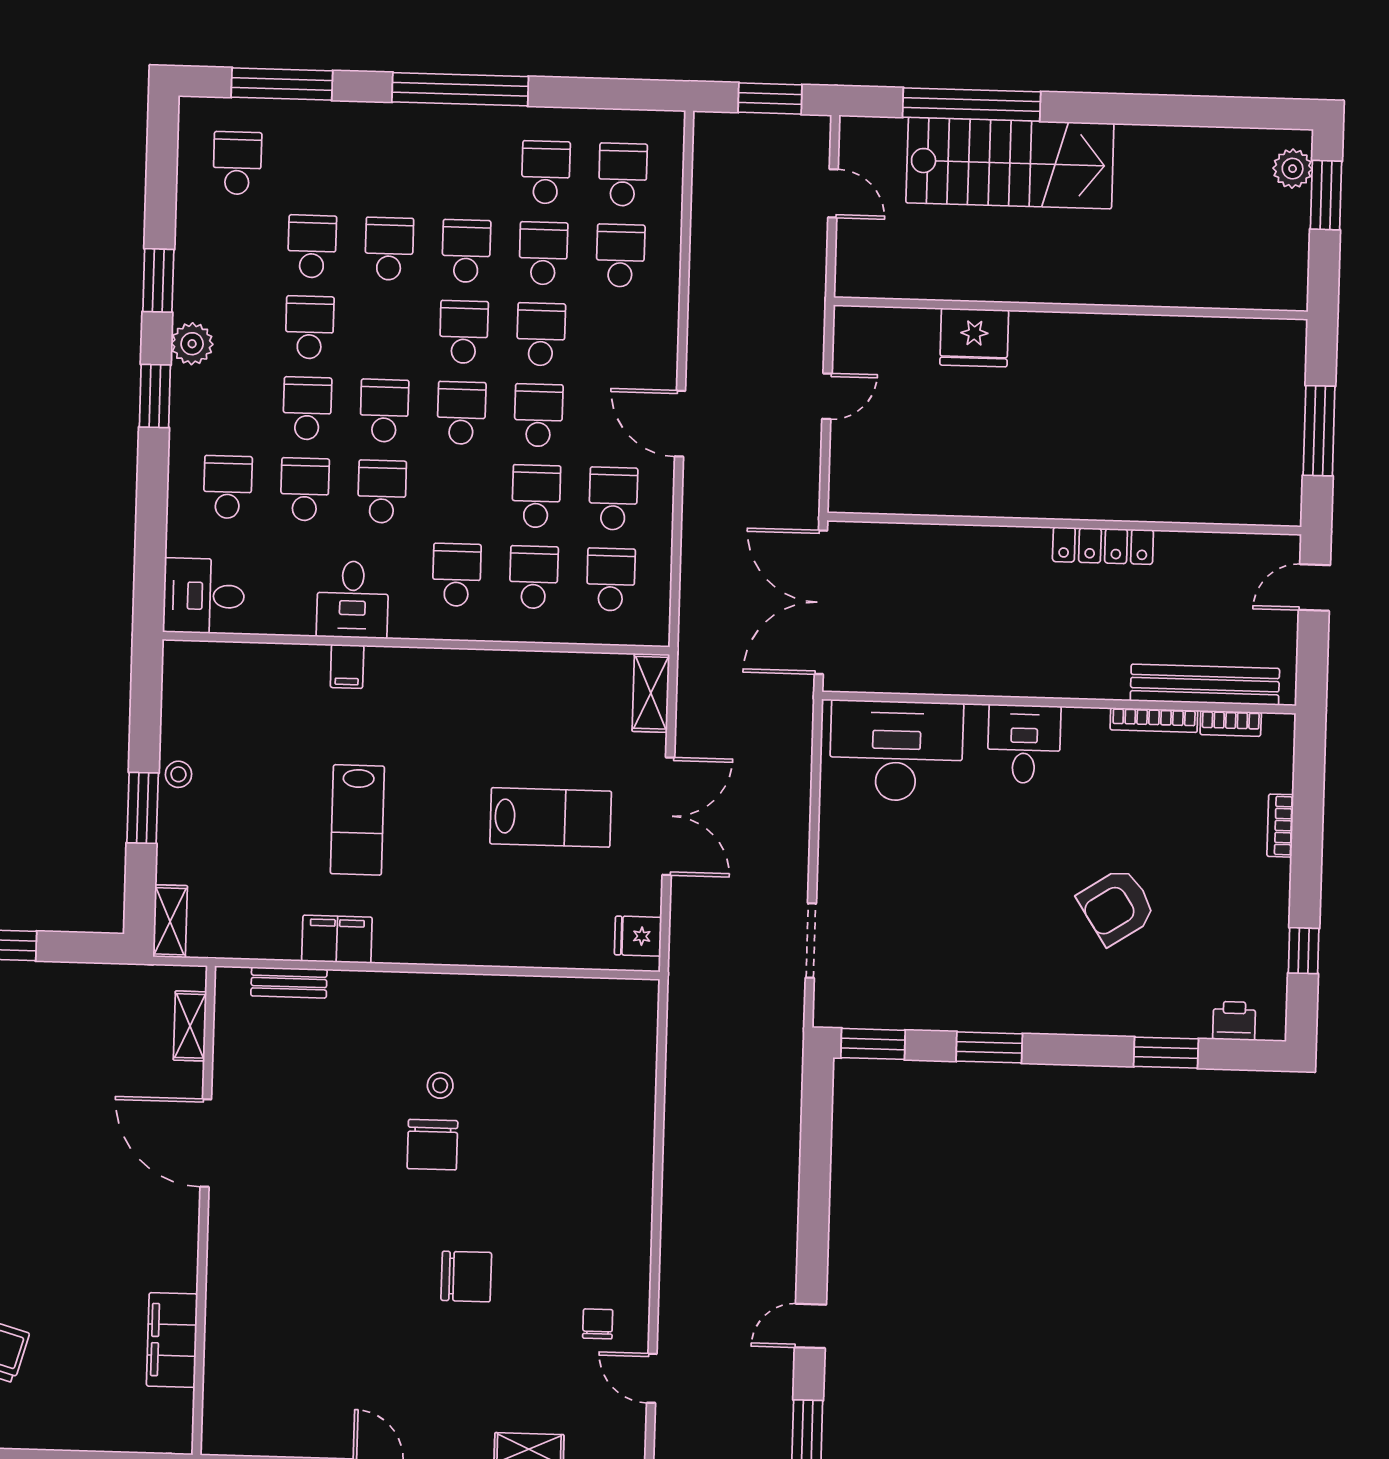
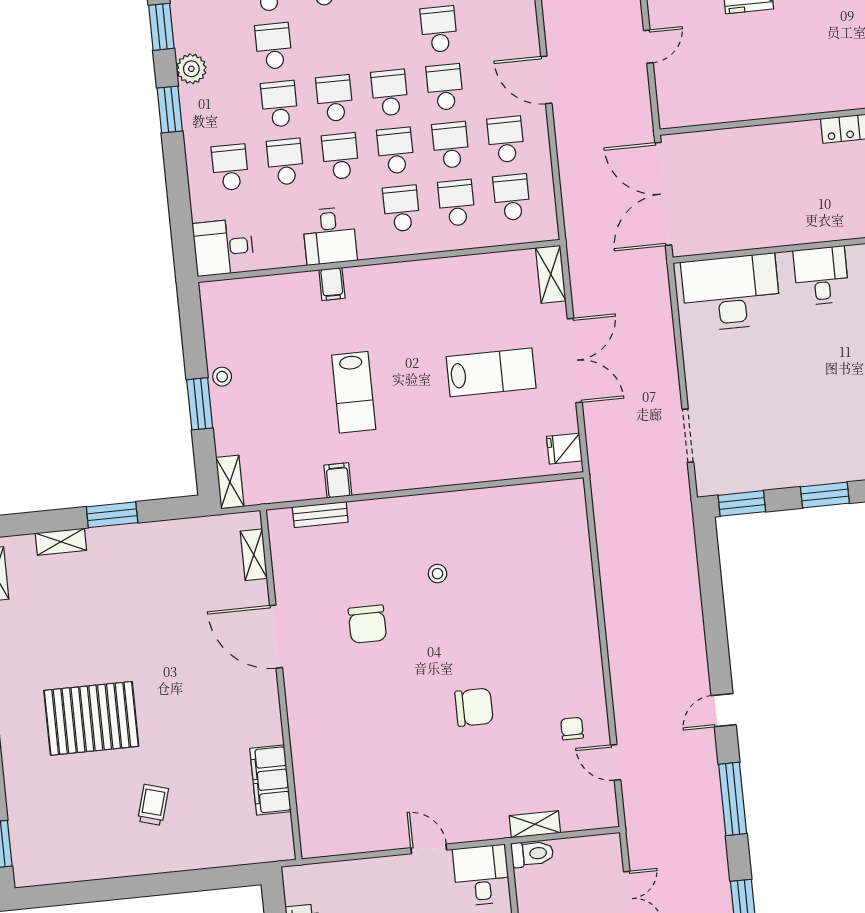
school desk: (464, 332) -> (396, 151), moved
filing cabinet: (337, 939) -> (338, 480), width x0.50
chair: (432, 1145) -> (367, 624), moved

